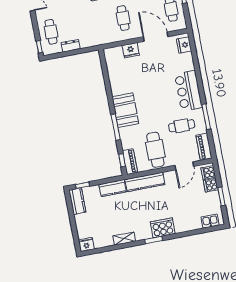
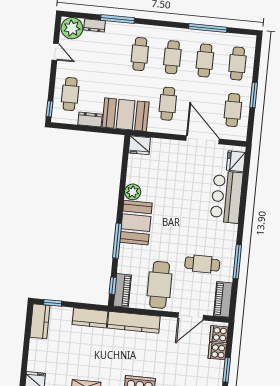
booth: (95, 35) -> (126, 115), added
fridge: (131, 50) -> (139, 145), moved
plant: (117, 89) -> (133, 192), added
bar counter: (188, 91) -> (227, 197), moved

